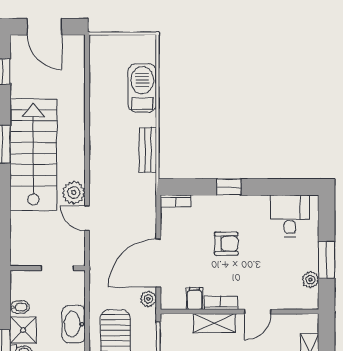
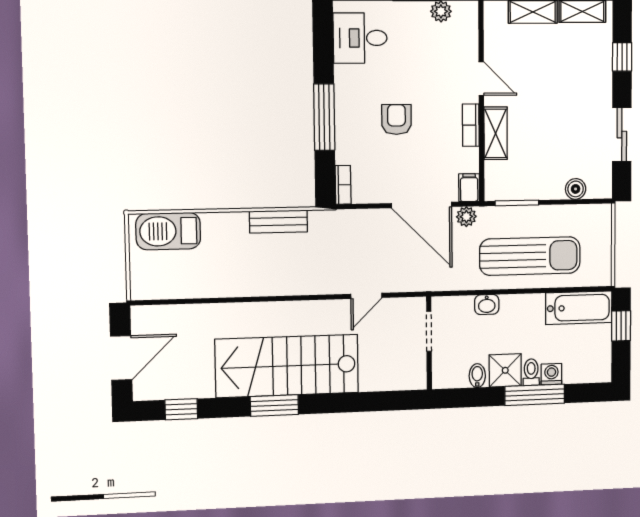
barbecue: (142, 88) -> (168, 231), moved
window: (229, 187) -> (324, 117), width x2.17
plant: (74, 193) -> (334, 314), removed
filing cabinet: (194, 299) -> (469, 188), moved, turned 90
washbasin: (74, 324) -> (487, 305), width x0.52, depth x0.69

